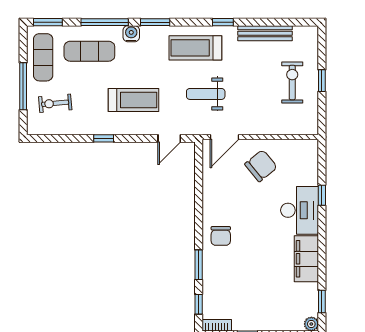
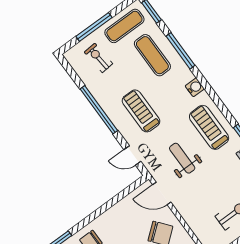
window: (155, 22) -> (206, 86), removed
water cooler: (131, 34) -> (195, 87), moved
treadmill: (134, 100) -> (141, 111), turned 180
window: (104, 138) -> (99, 110), width x3.17

